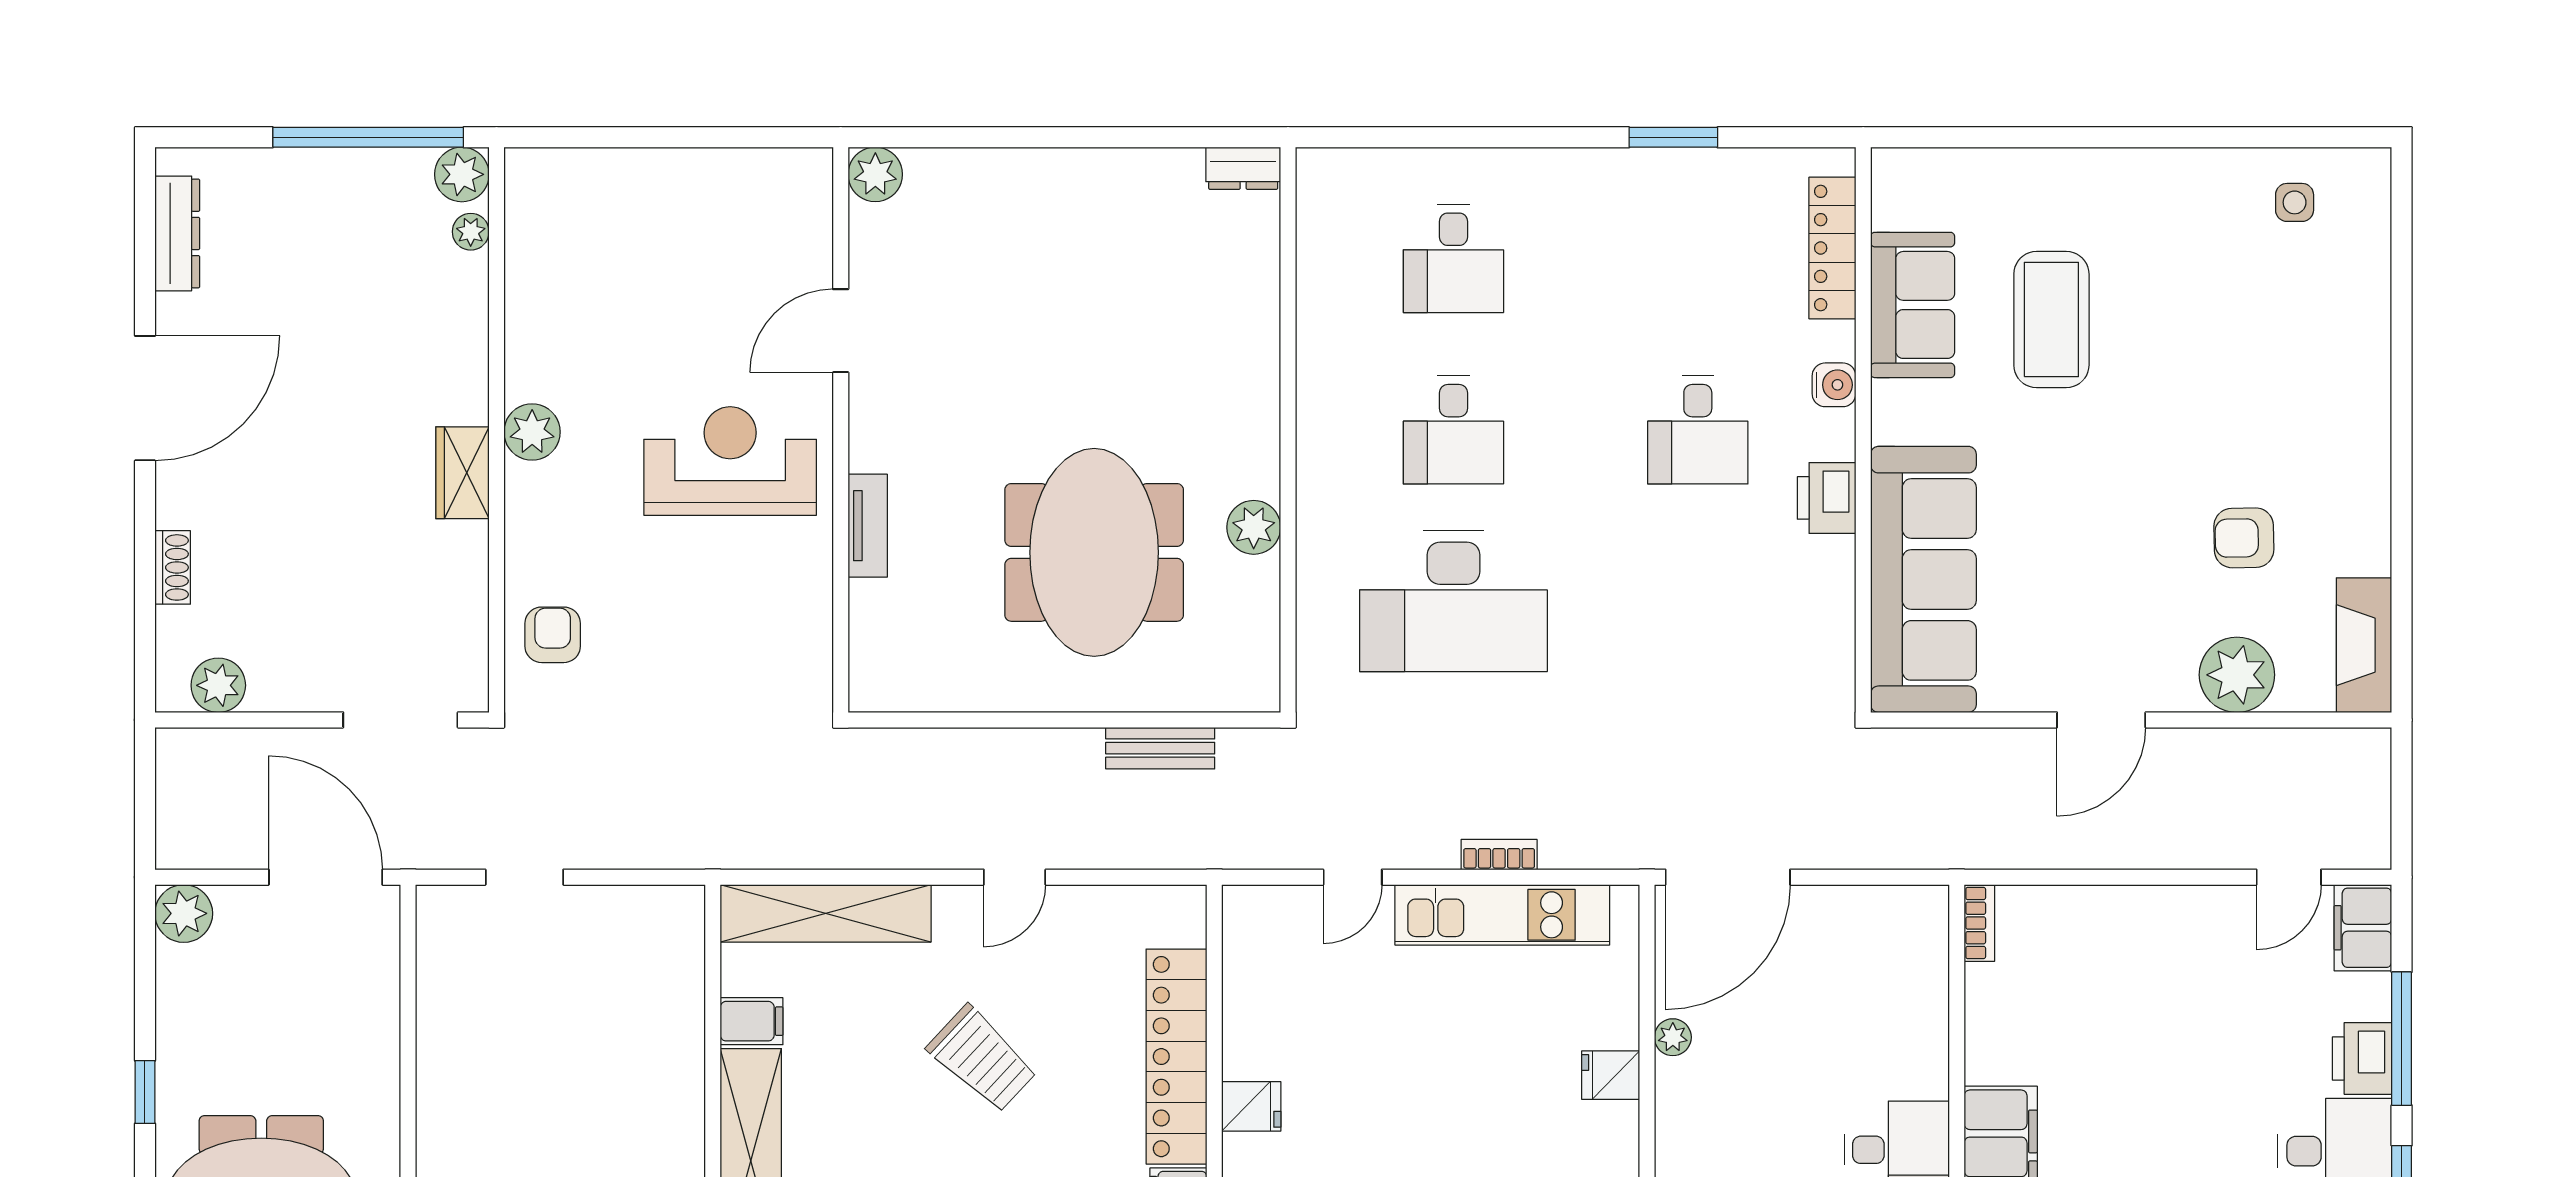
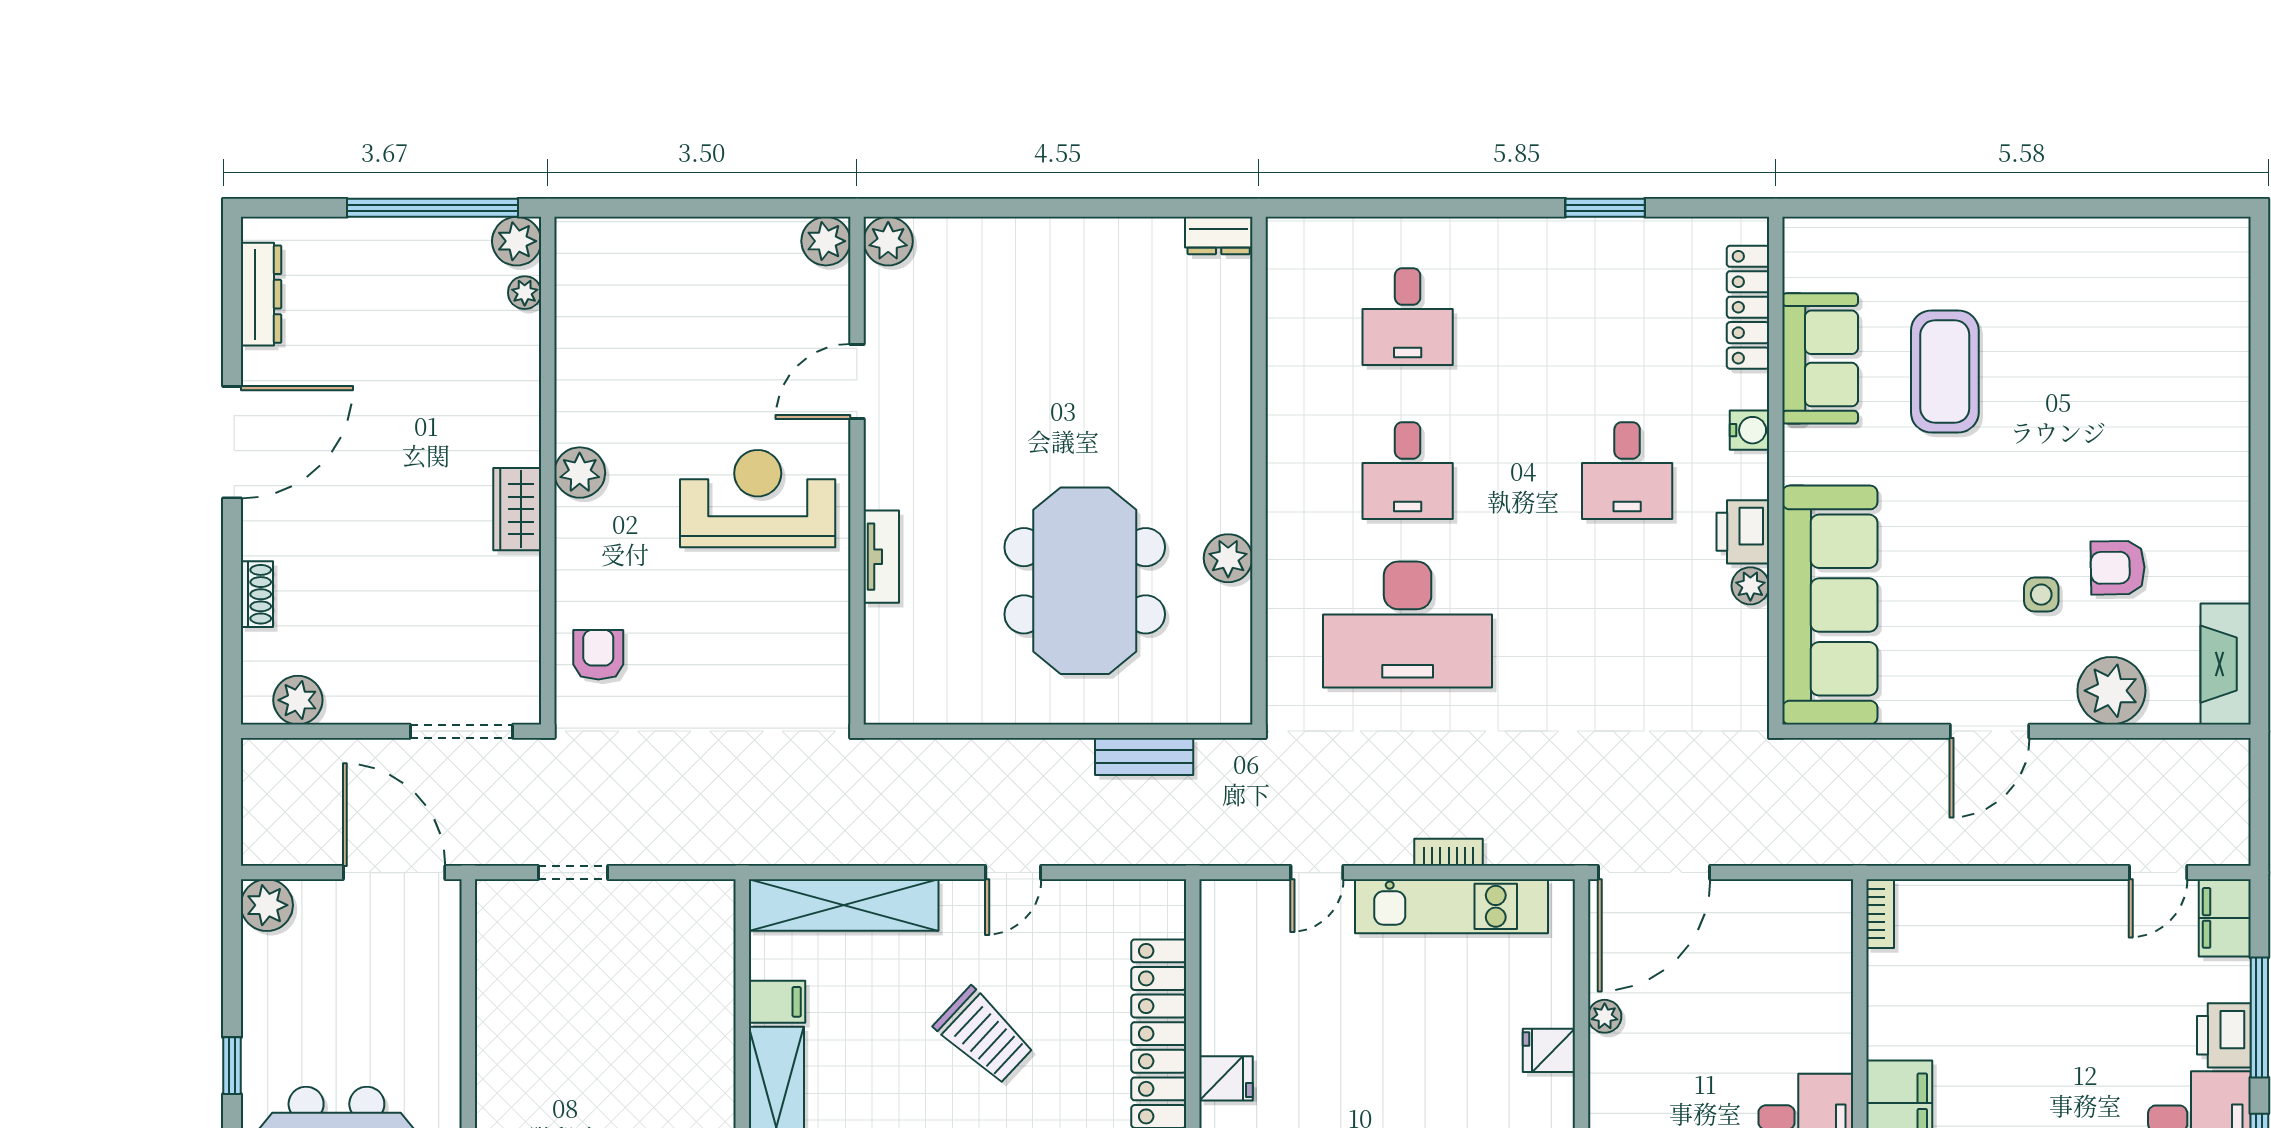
plant: (806, 174) -> (826, 241), added
side table: (2295, 202) -> (2041, 595), moved
plant: (1835, 558) -> (1750, 586), added

